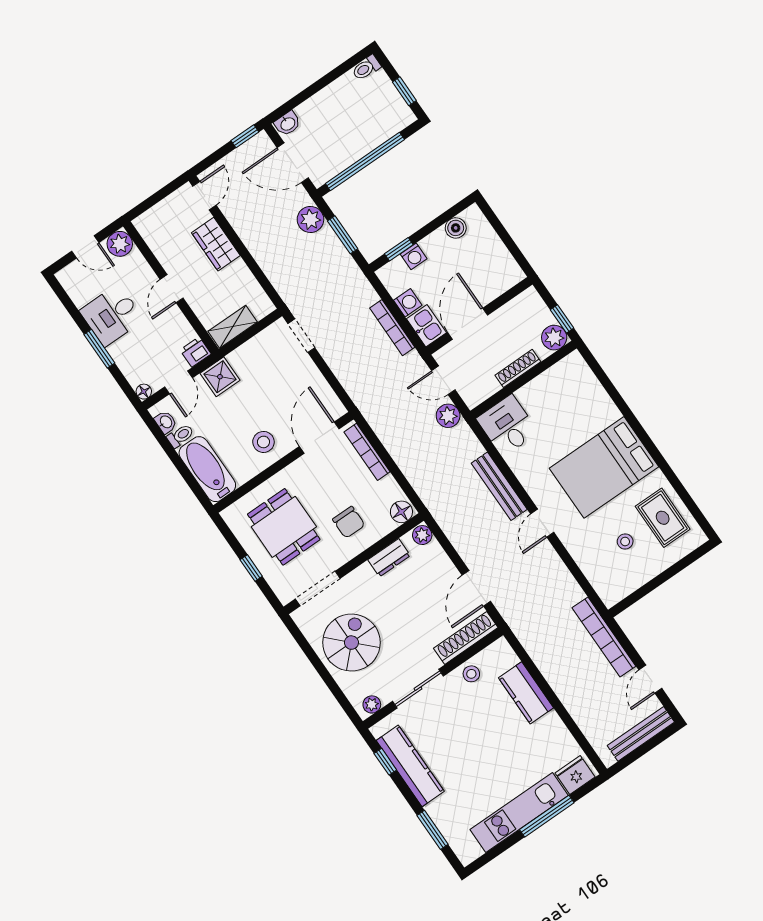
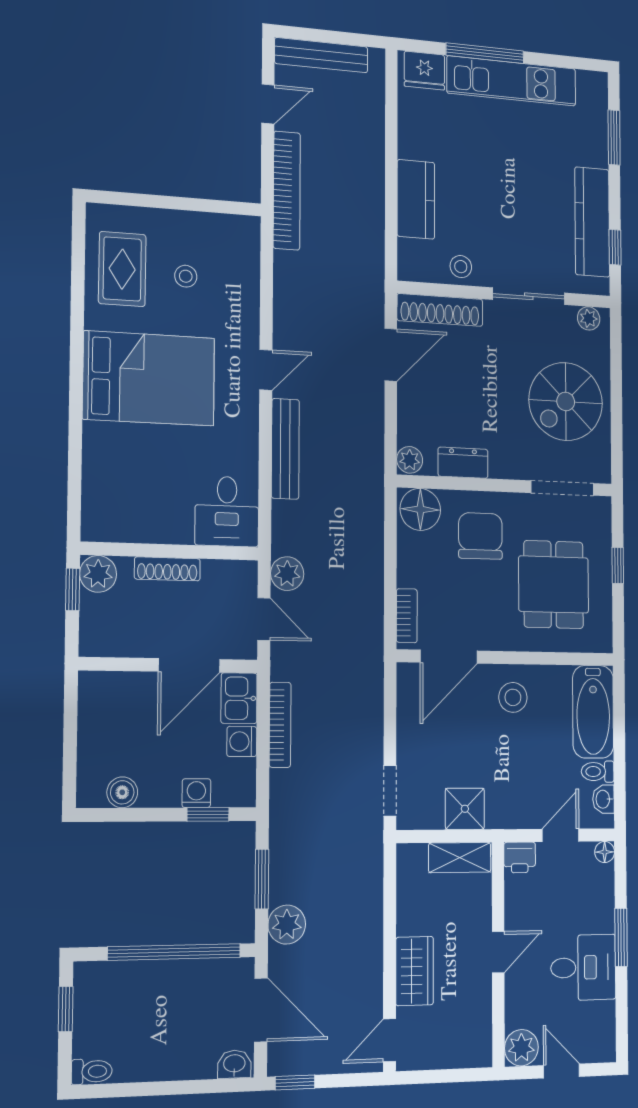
shower: (220, 377) -> (465, 809), moved
bookcase: (367, 452) -> (407, 616), width x0.64
floor lamp: (401, 512) -> (420, 509), width x1.38, depth x1.38
chair: (349, 522) -> (480, 536), width x1.37, depth x1.37

